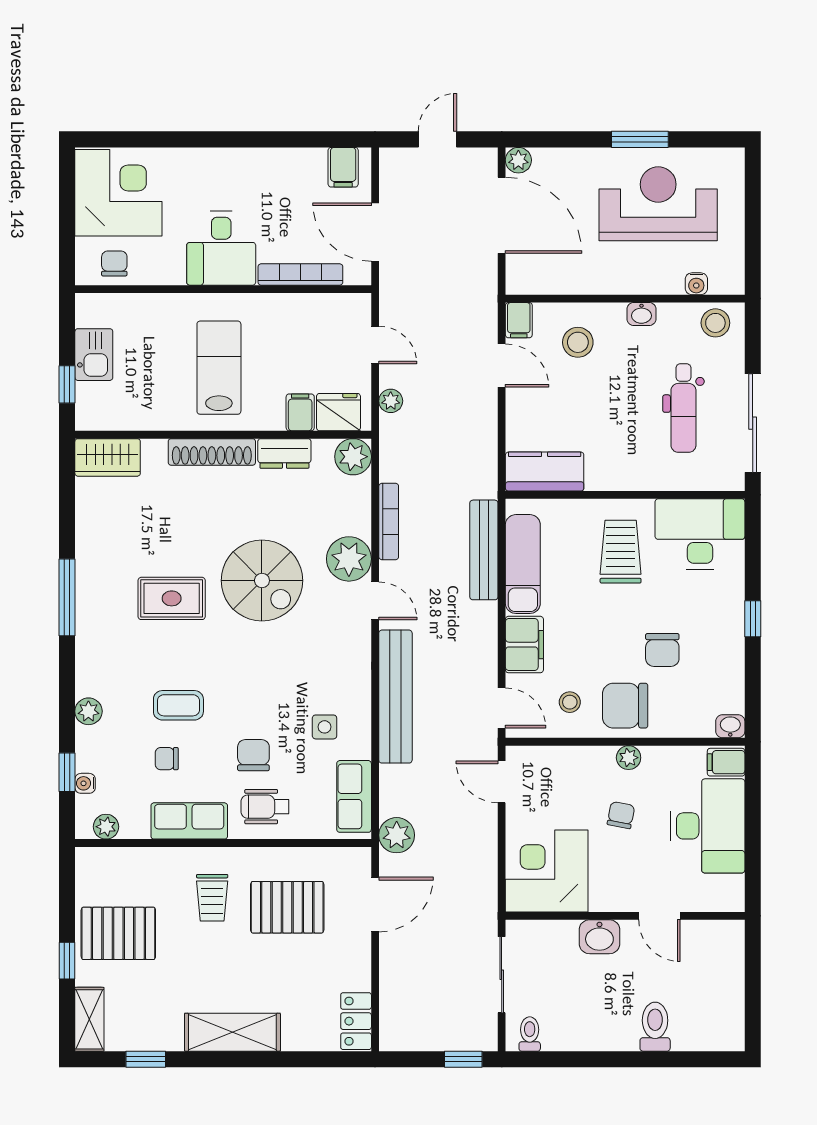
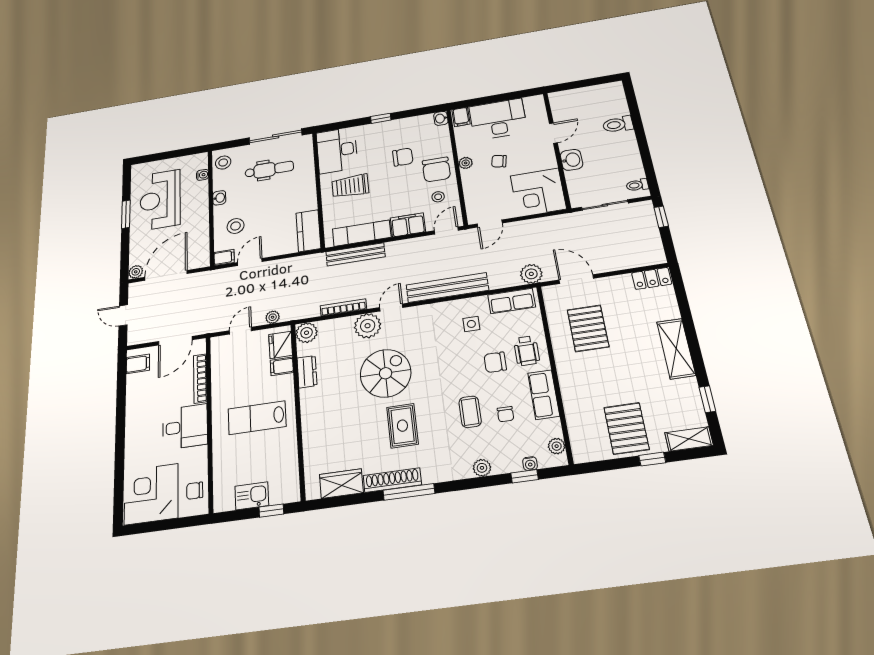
shoe rack: (212, 452) -> (392, 480), moved, turned -90
wardrobe: (108, 457) -> (341, 484), moved, turned -90
trolley: (212, 898) -> (591, 374), removed

